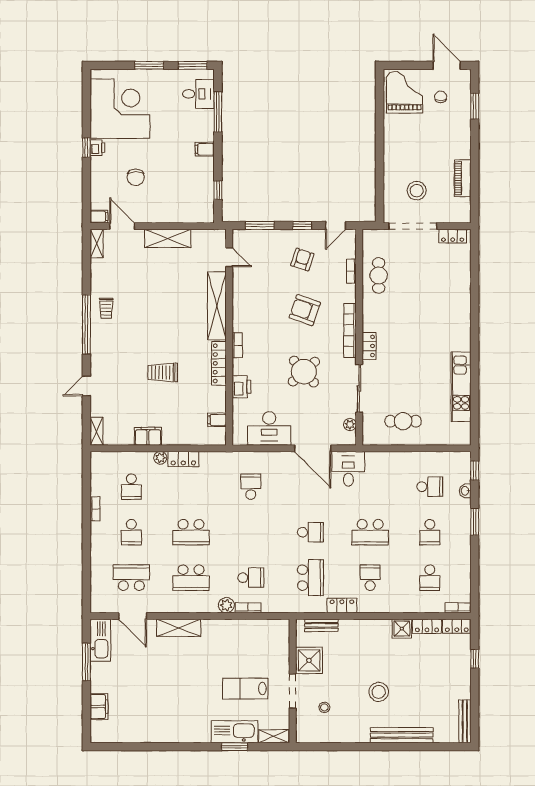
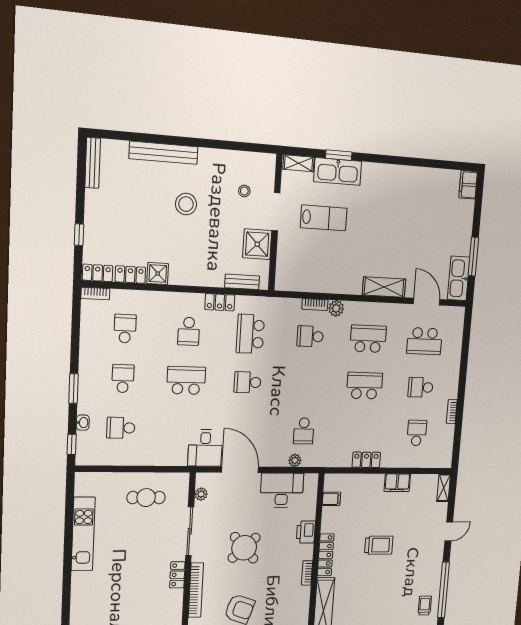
plant: (160, 458) -> (295, 460), moved
school desk: (131, 532) -> (421, 387), turned -90
filing cabinet: (99, 707) -> (468, 185), moved

